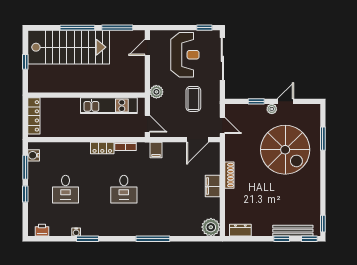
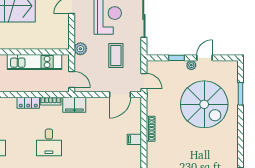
filing cabinet: (156, 150) -> (74, 105), width x2.00
filing cabinet: (213, 186) -> (134, 139), width x0.50

